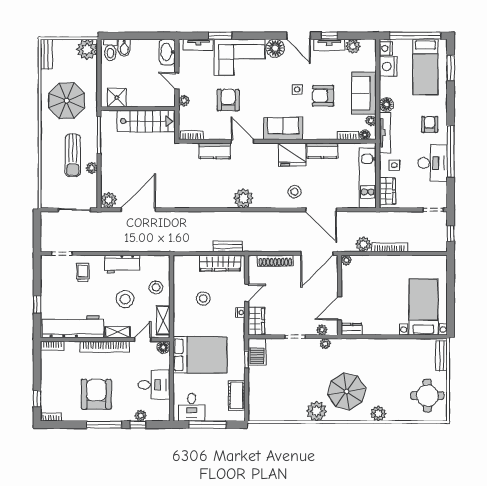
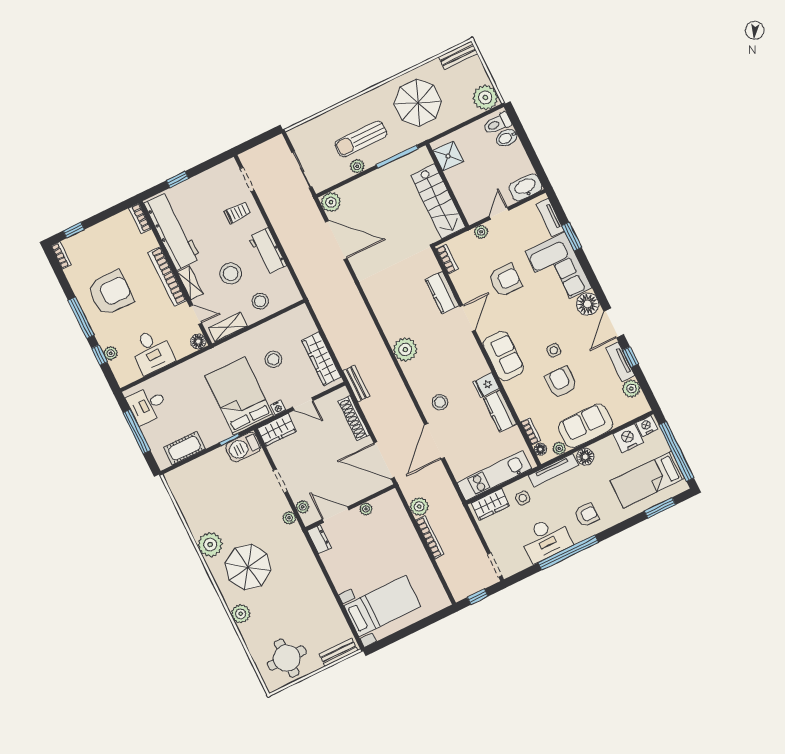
fridge: (292, 155) -> (486, 385), width x0.53, depth x0.75
bench: (228, 246) -> (356, 383), moved
plant: (346, 260) -> (366, 509), moved
bed: (200, 355) -> (239, 396), moved, turned 180

